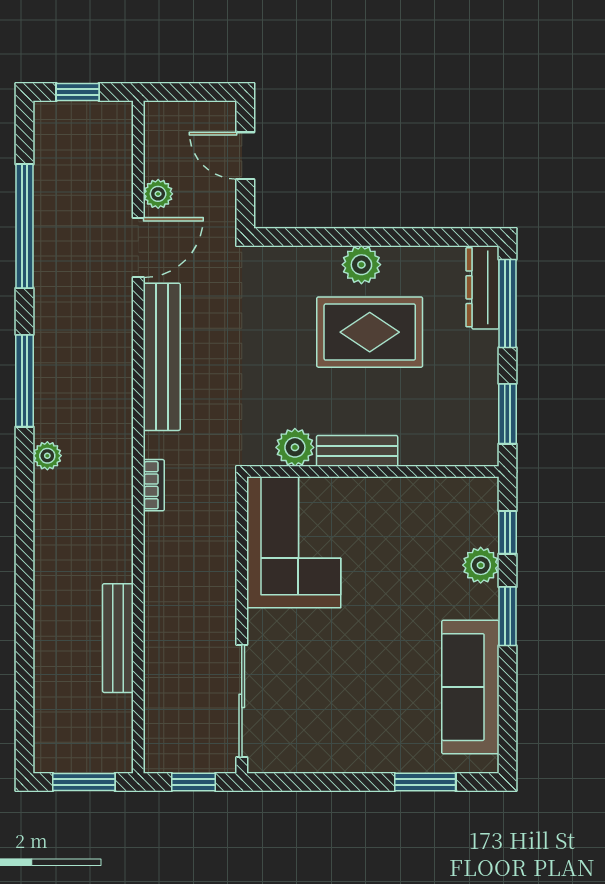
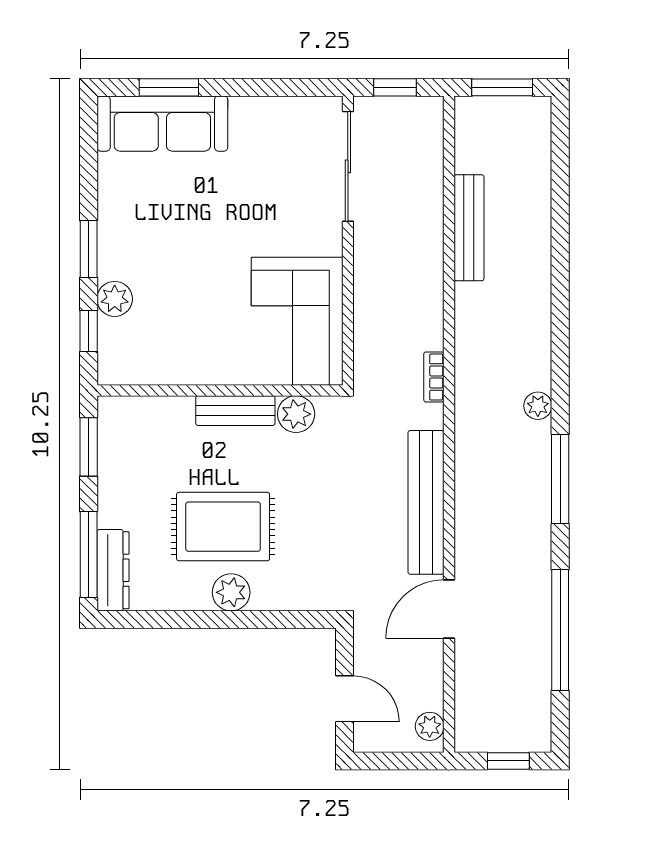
plant: (158, 194) -> (430, 726), moved
sofa: (470, 687) -> (162, 124), moved, turned 90

